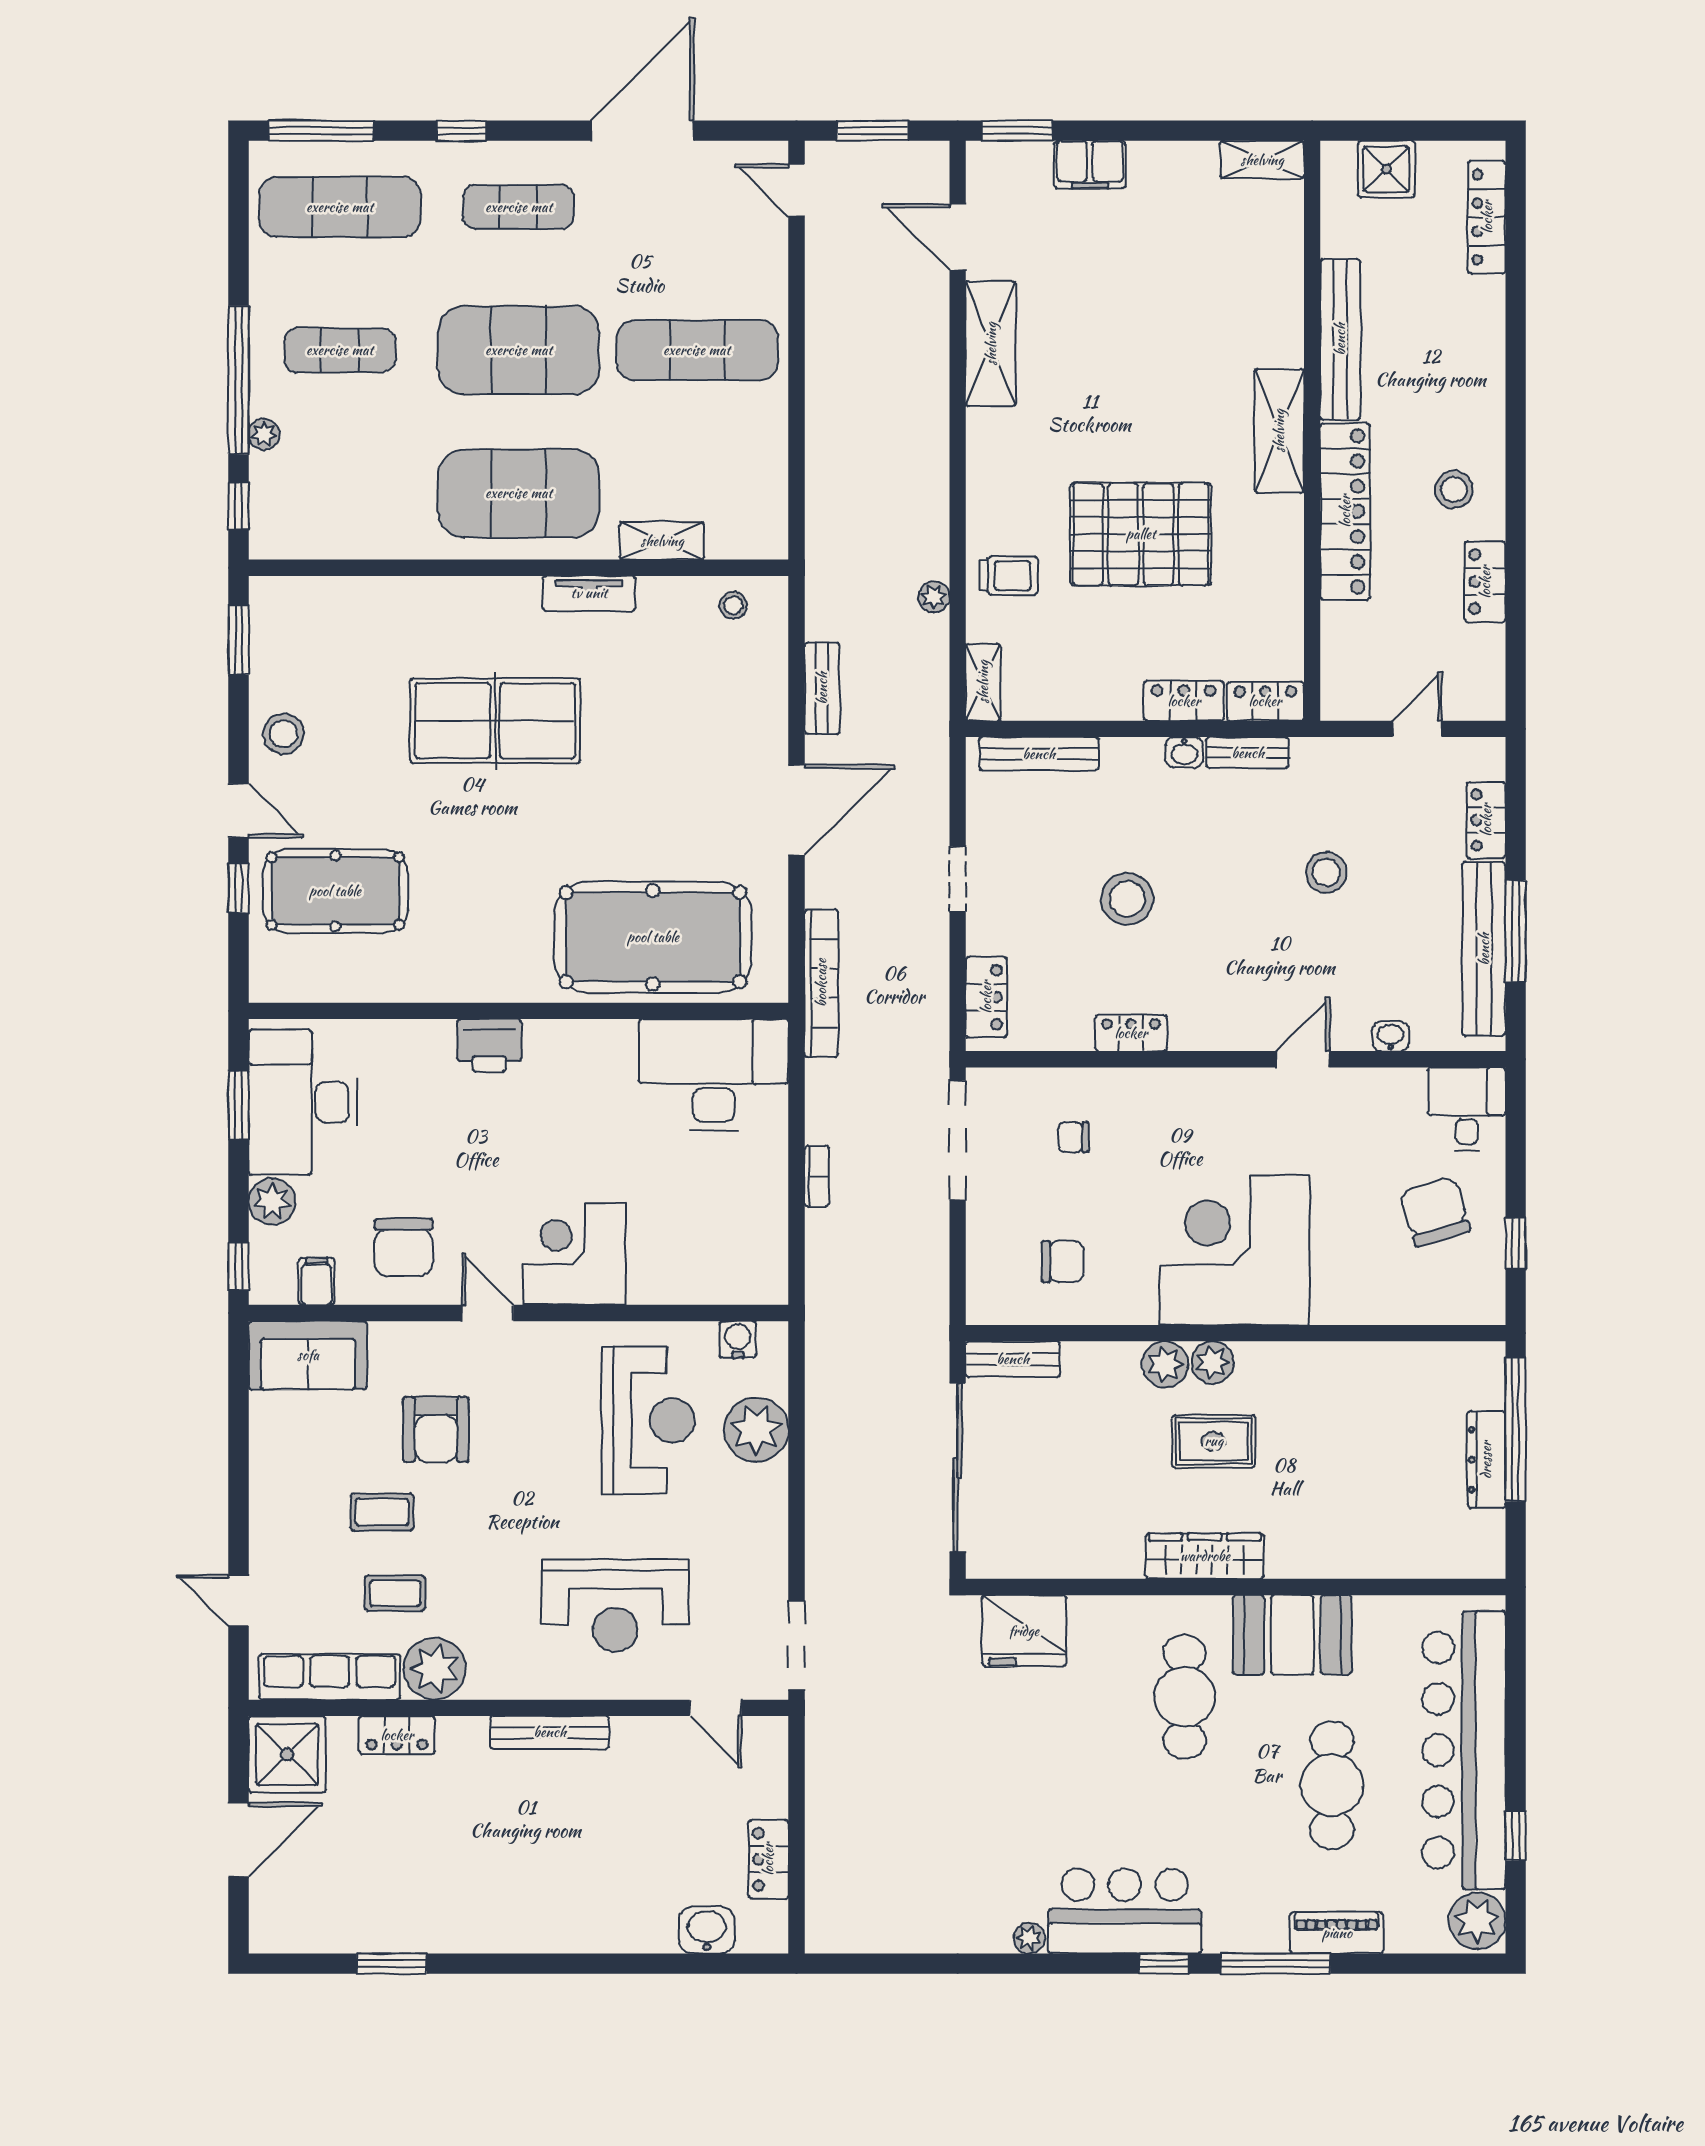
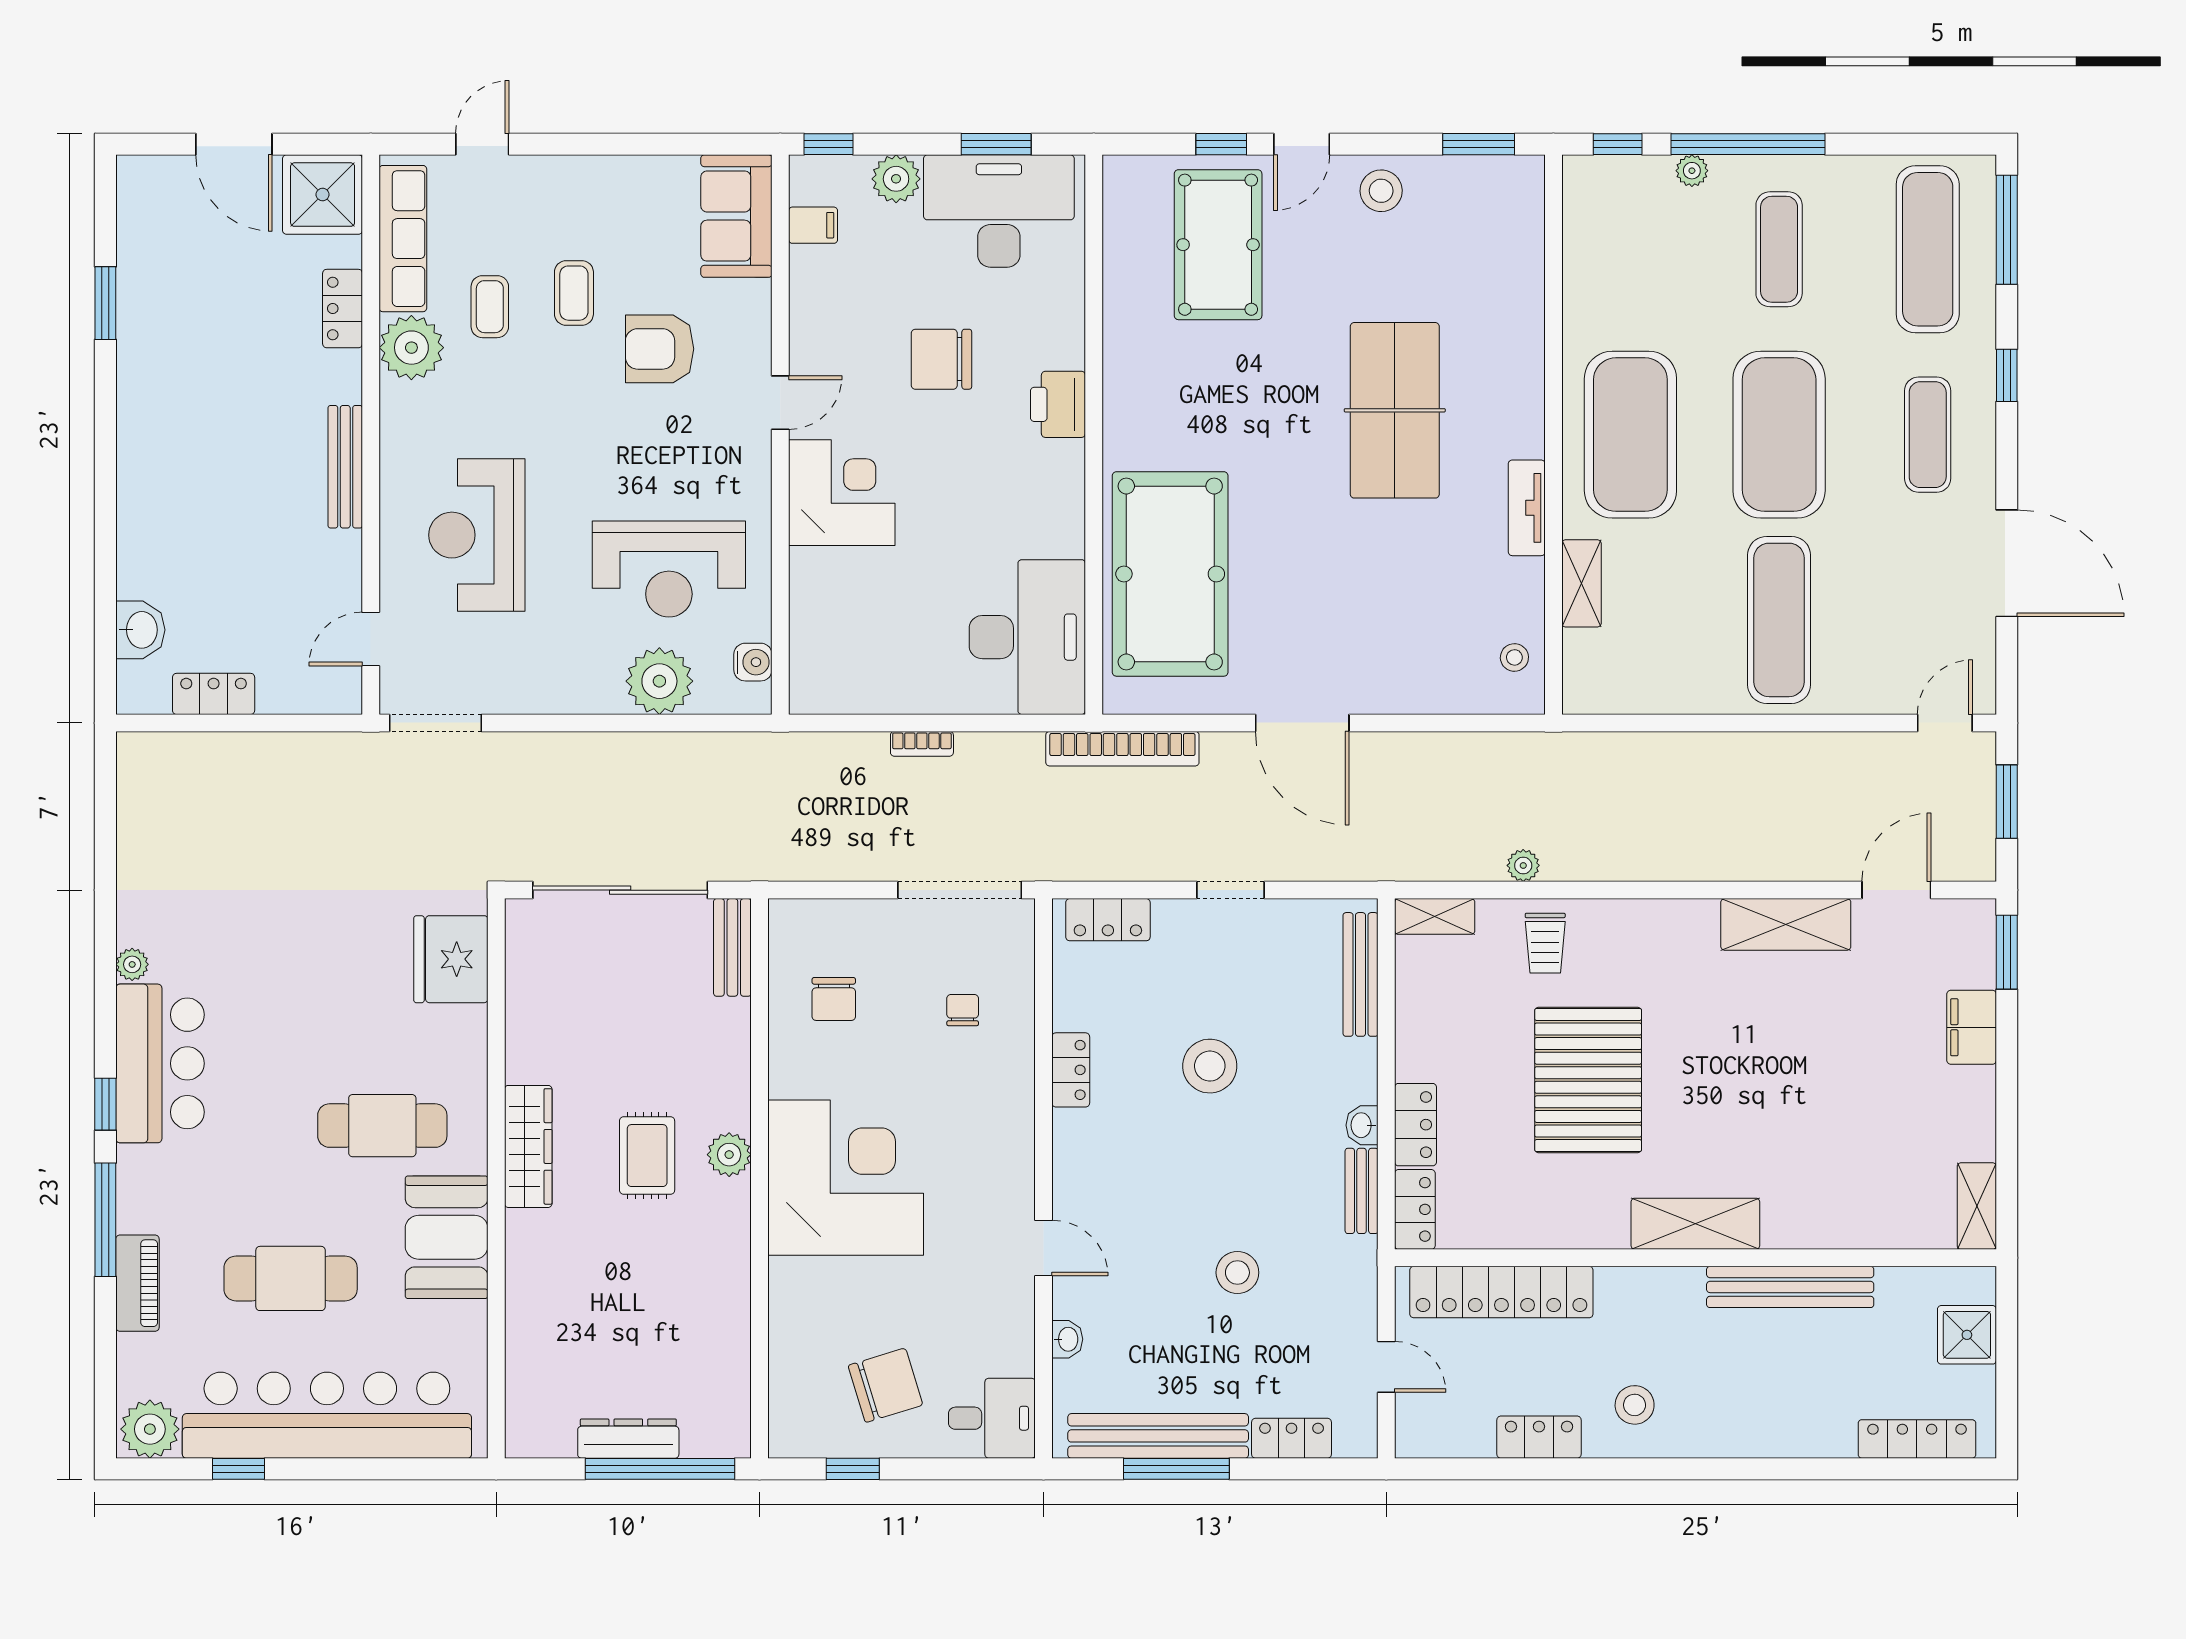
locker: (1345, 511) -> (1501, 1292), moved
bench: (822, 688) -> (1428, 749), removed
chair: (404, 1247) -> (942, 359), moved
plant: (1165, 1364) -> (727, 1105), removed

